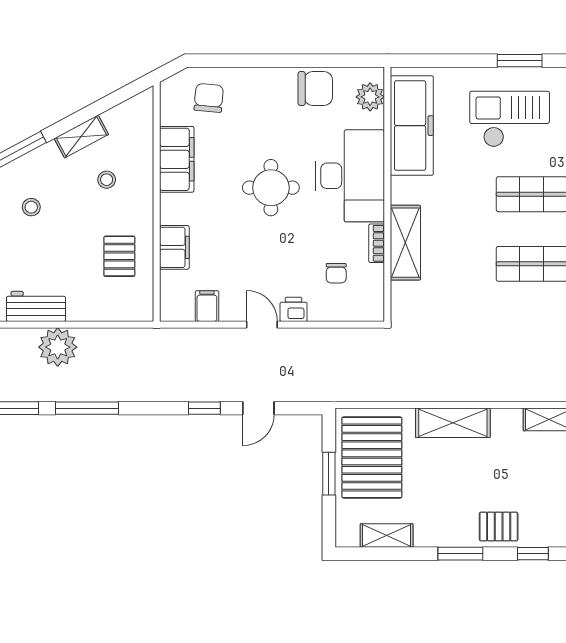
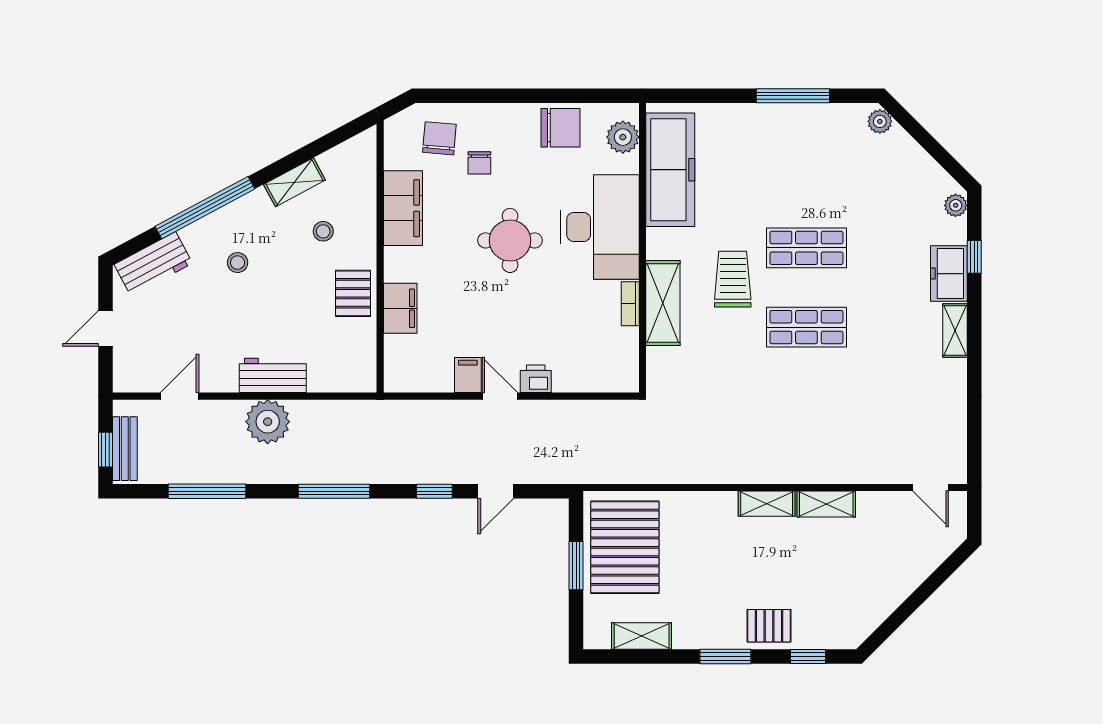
window: (520, 61) -> (793, 96), width x1.44
checkout: (510, 119) -> (781, 162), removed
trolley: (467, 222) -> (733, 279), added
pallet: (119, 256) -> (353, 293), moved
chair: (336, 273) -> (479, 163), moved
workbench: (36, 306) -> (273, 375), moved
filing cabinet: (207, 306) -> (468, 375), moved
window: (87, 408) -> (334, 491), moved
shelving: (453, 423) -> (767, 504), moved, width x0.67, depth x0.75

